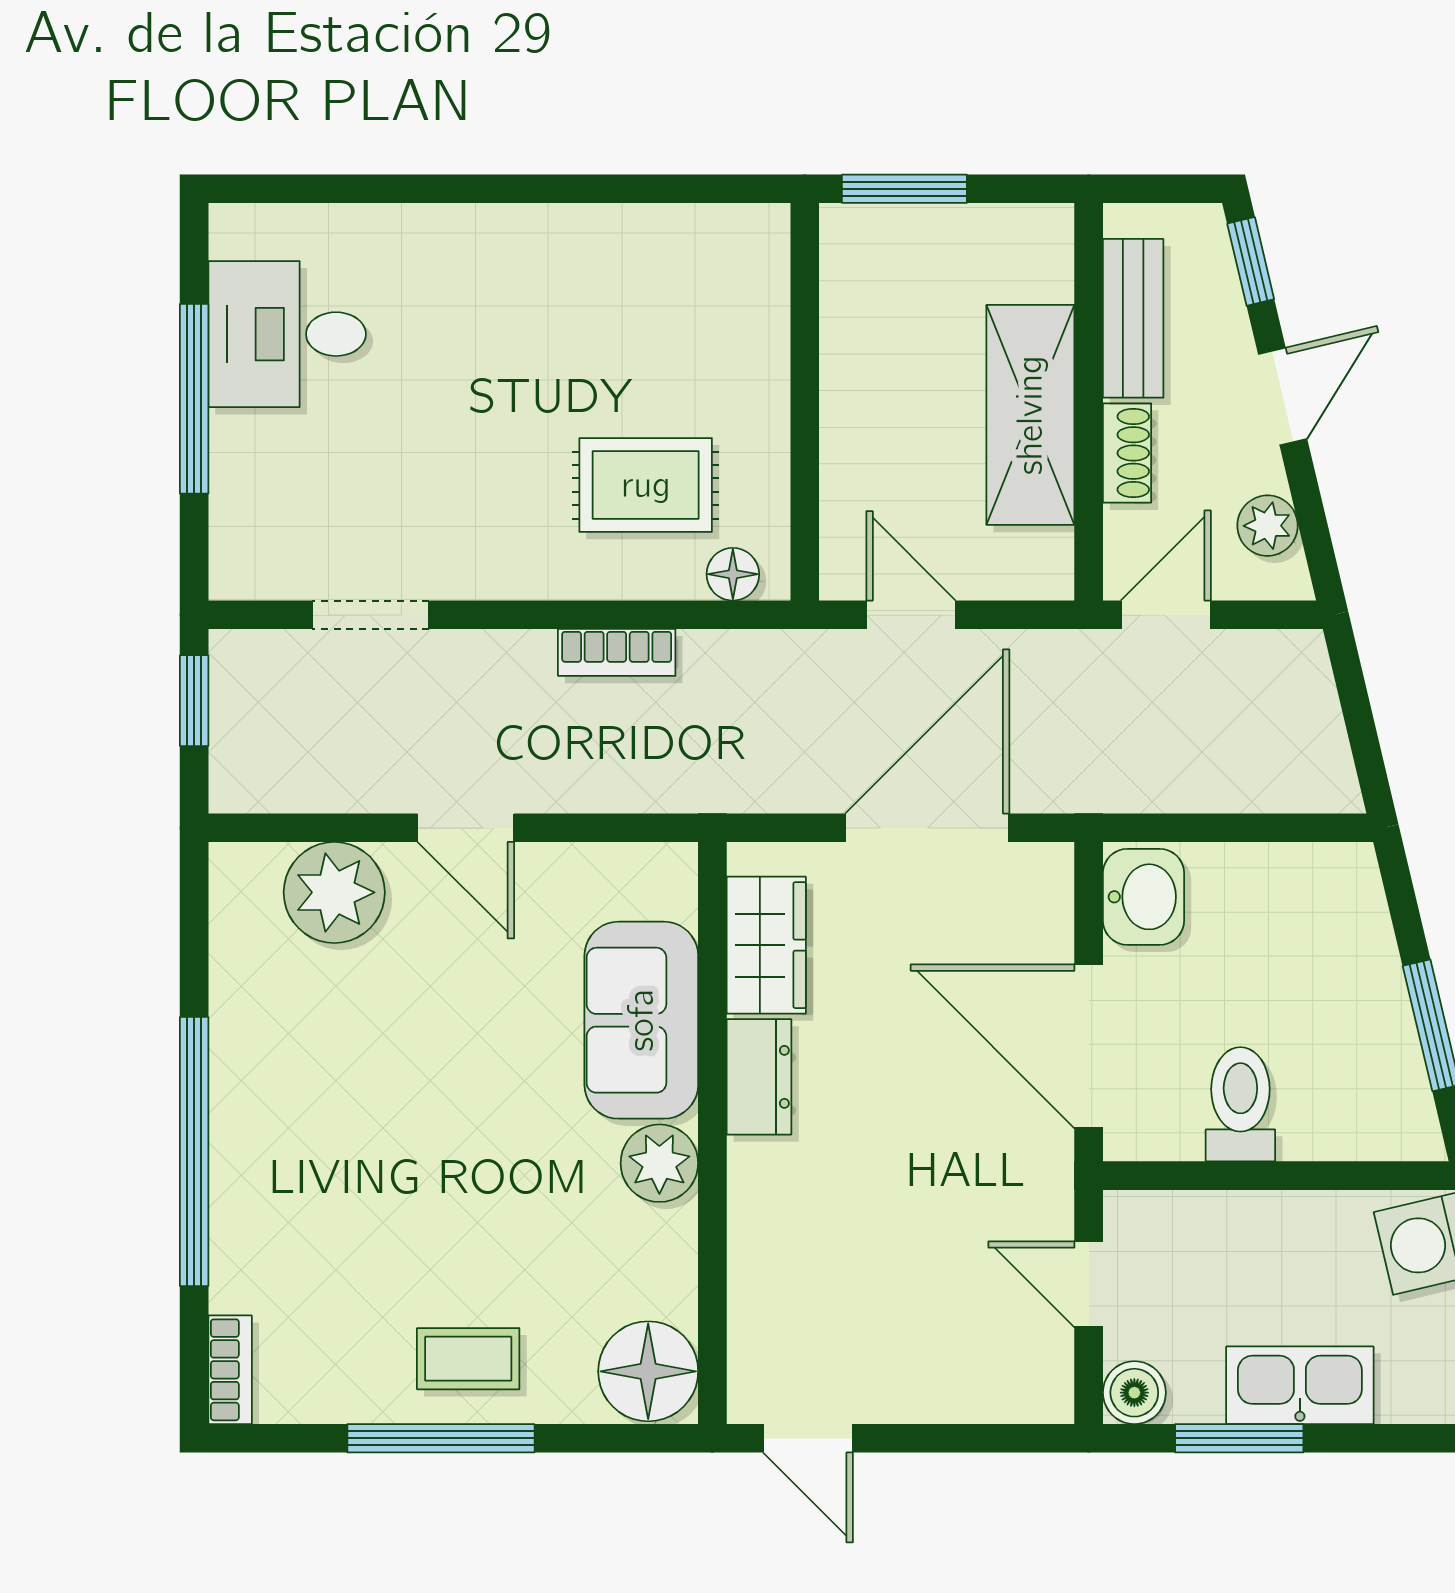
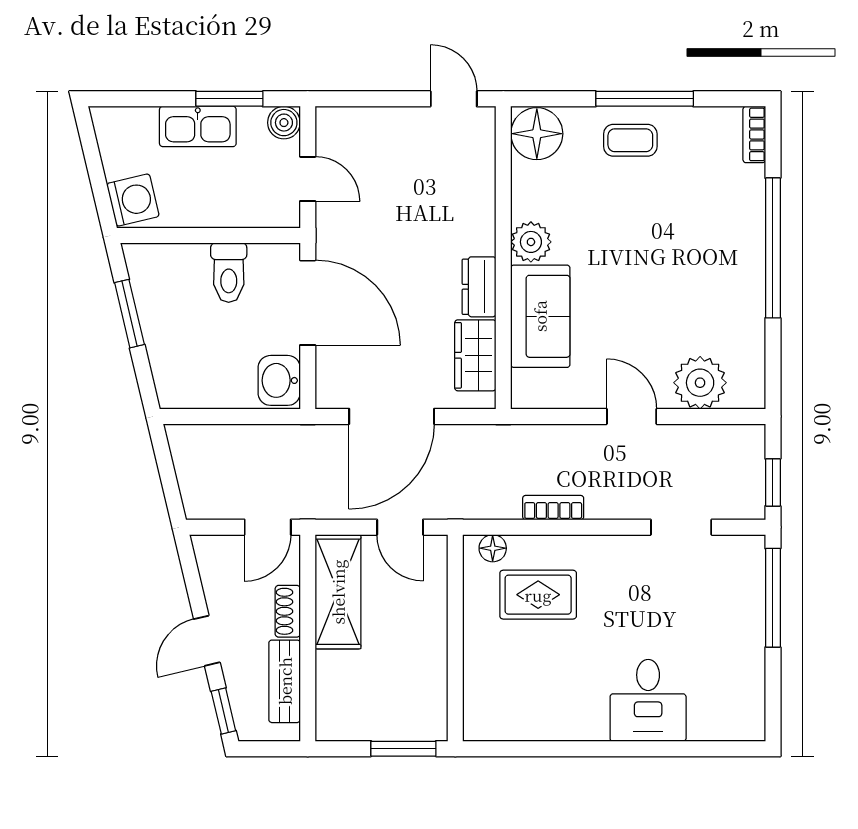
desk: (287, 334) -> (648, 700), moved, turned 90
window: (194, 399) -> (773, 598), moved
shelving: (1030, 415) -> (338, 592), moved
plant: (1267, 526) -> (215, 574), removed

